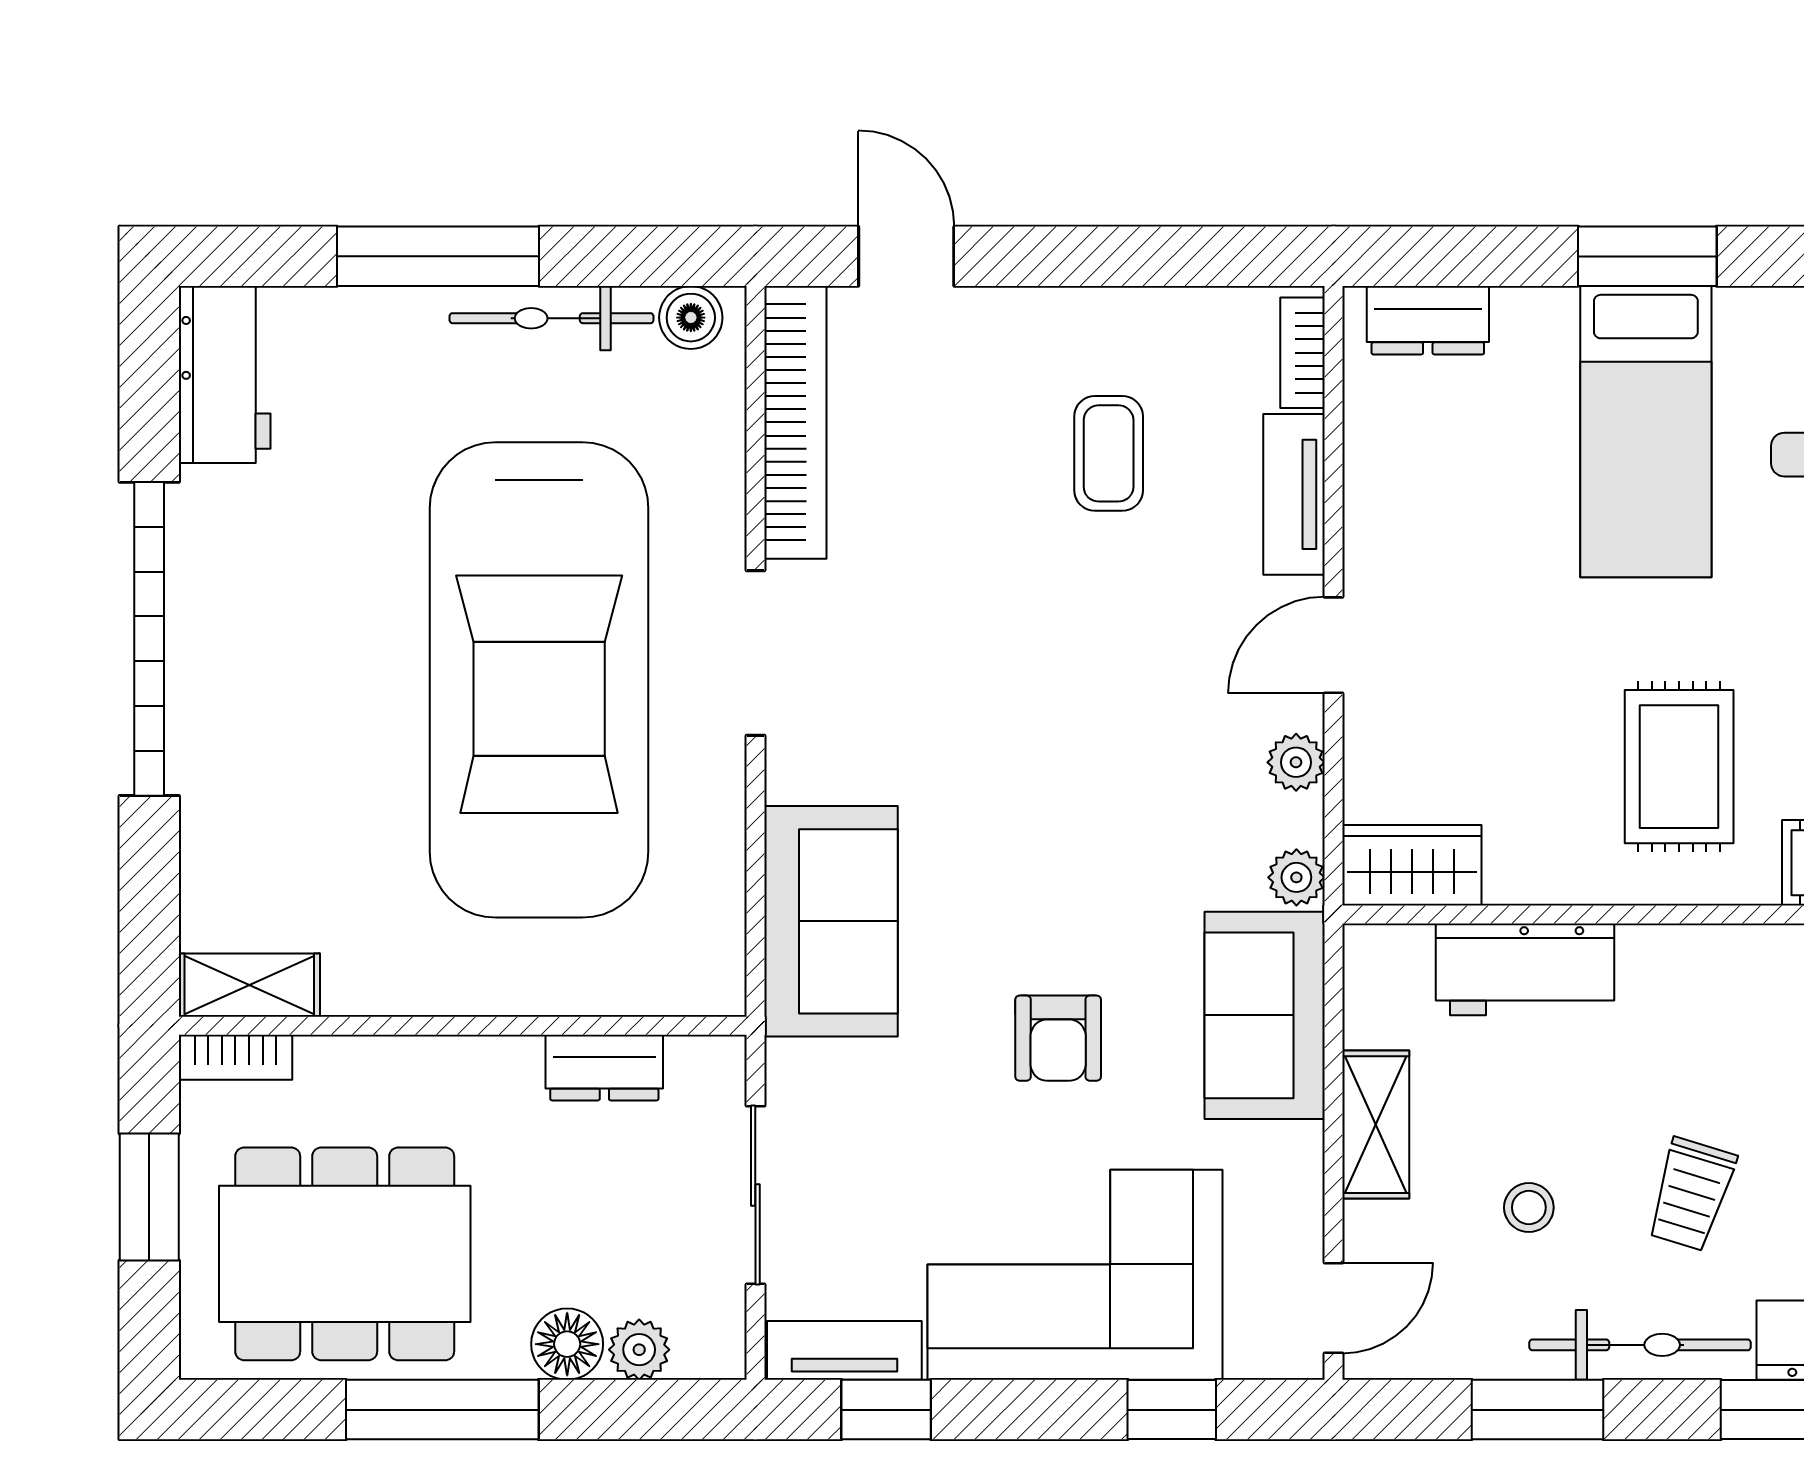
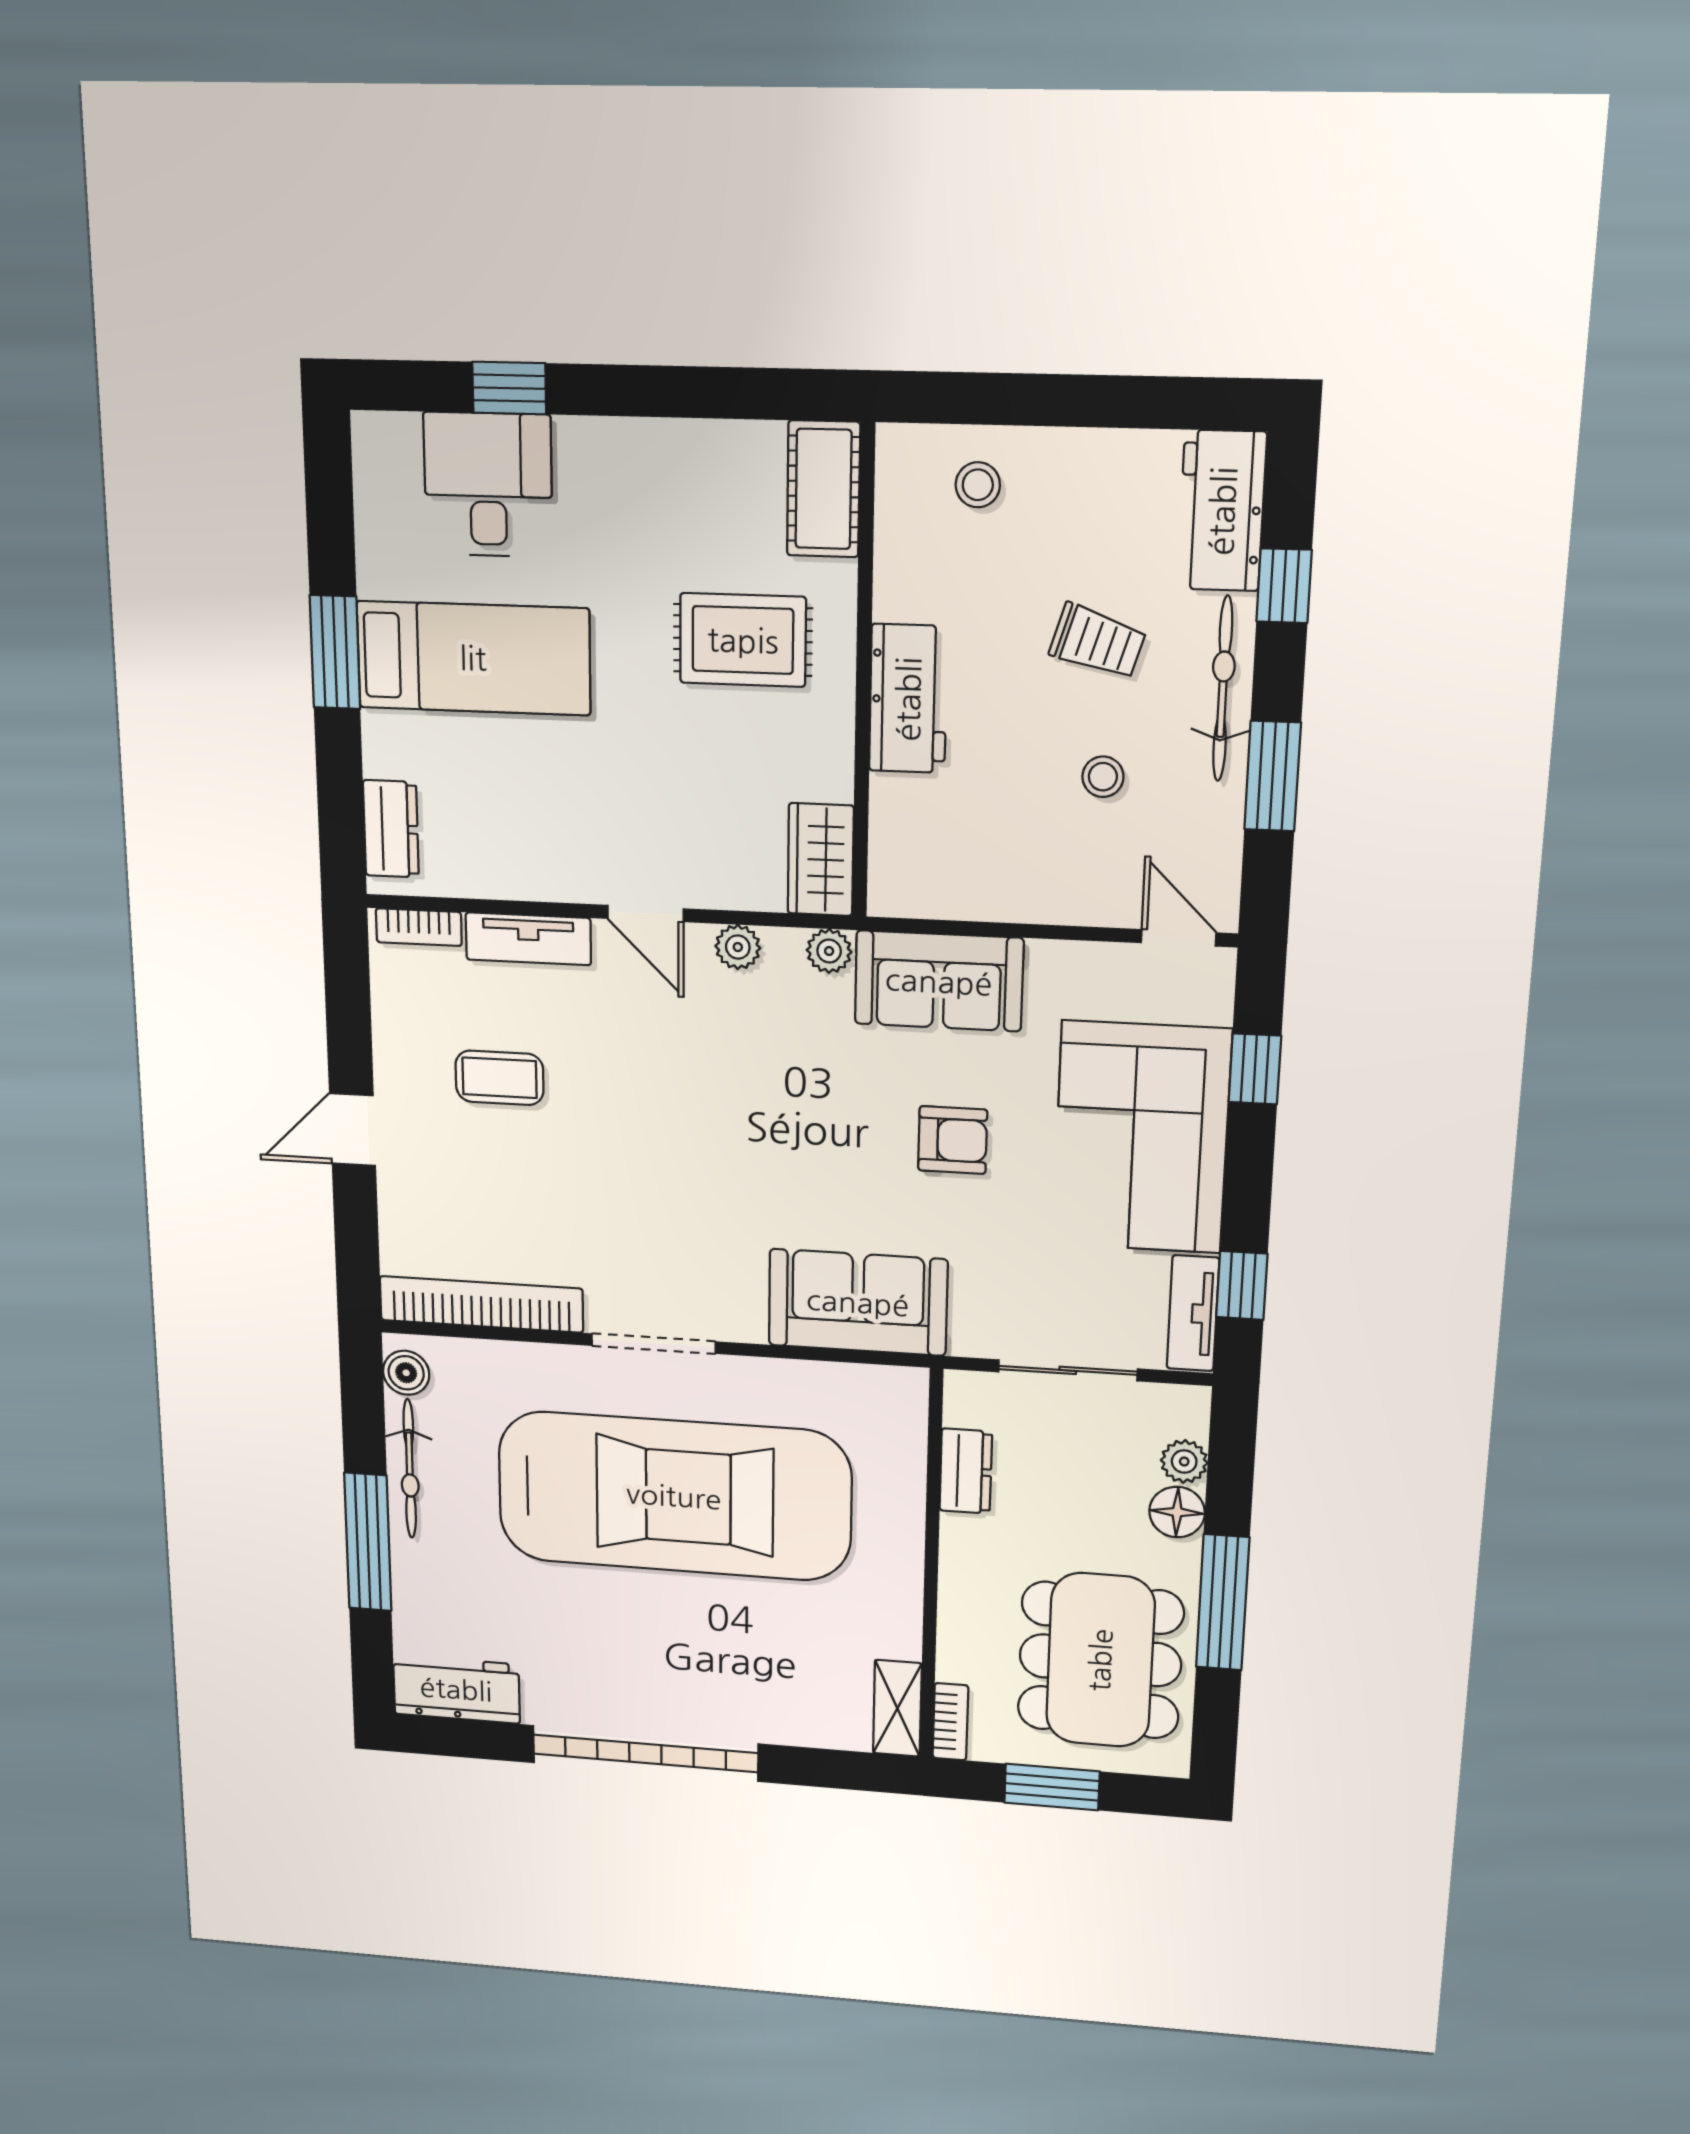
door: (906, 256) -> (353, 1130), moved
workbench: (1525, 969) -> (908, 699), moved
shelving: (1376, 1125) -> (1030, 897), removed

